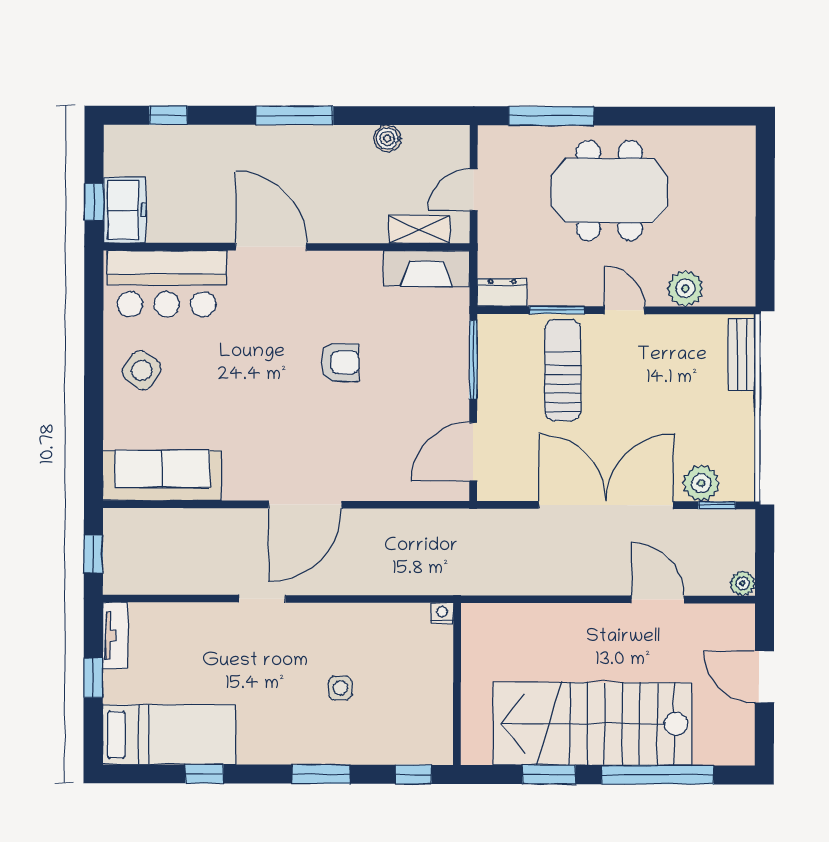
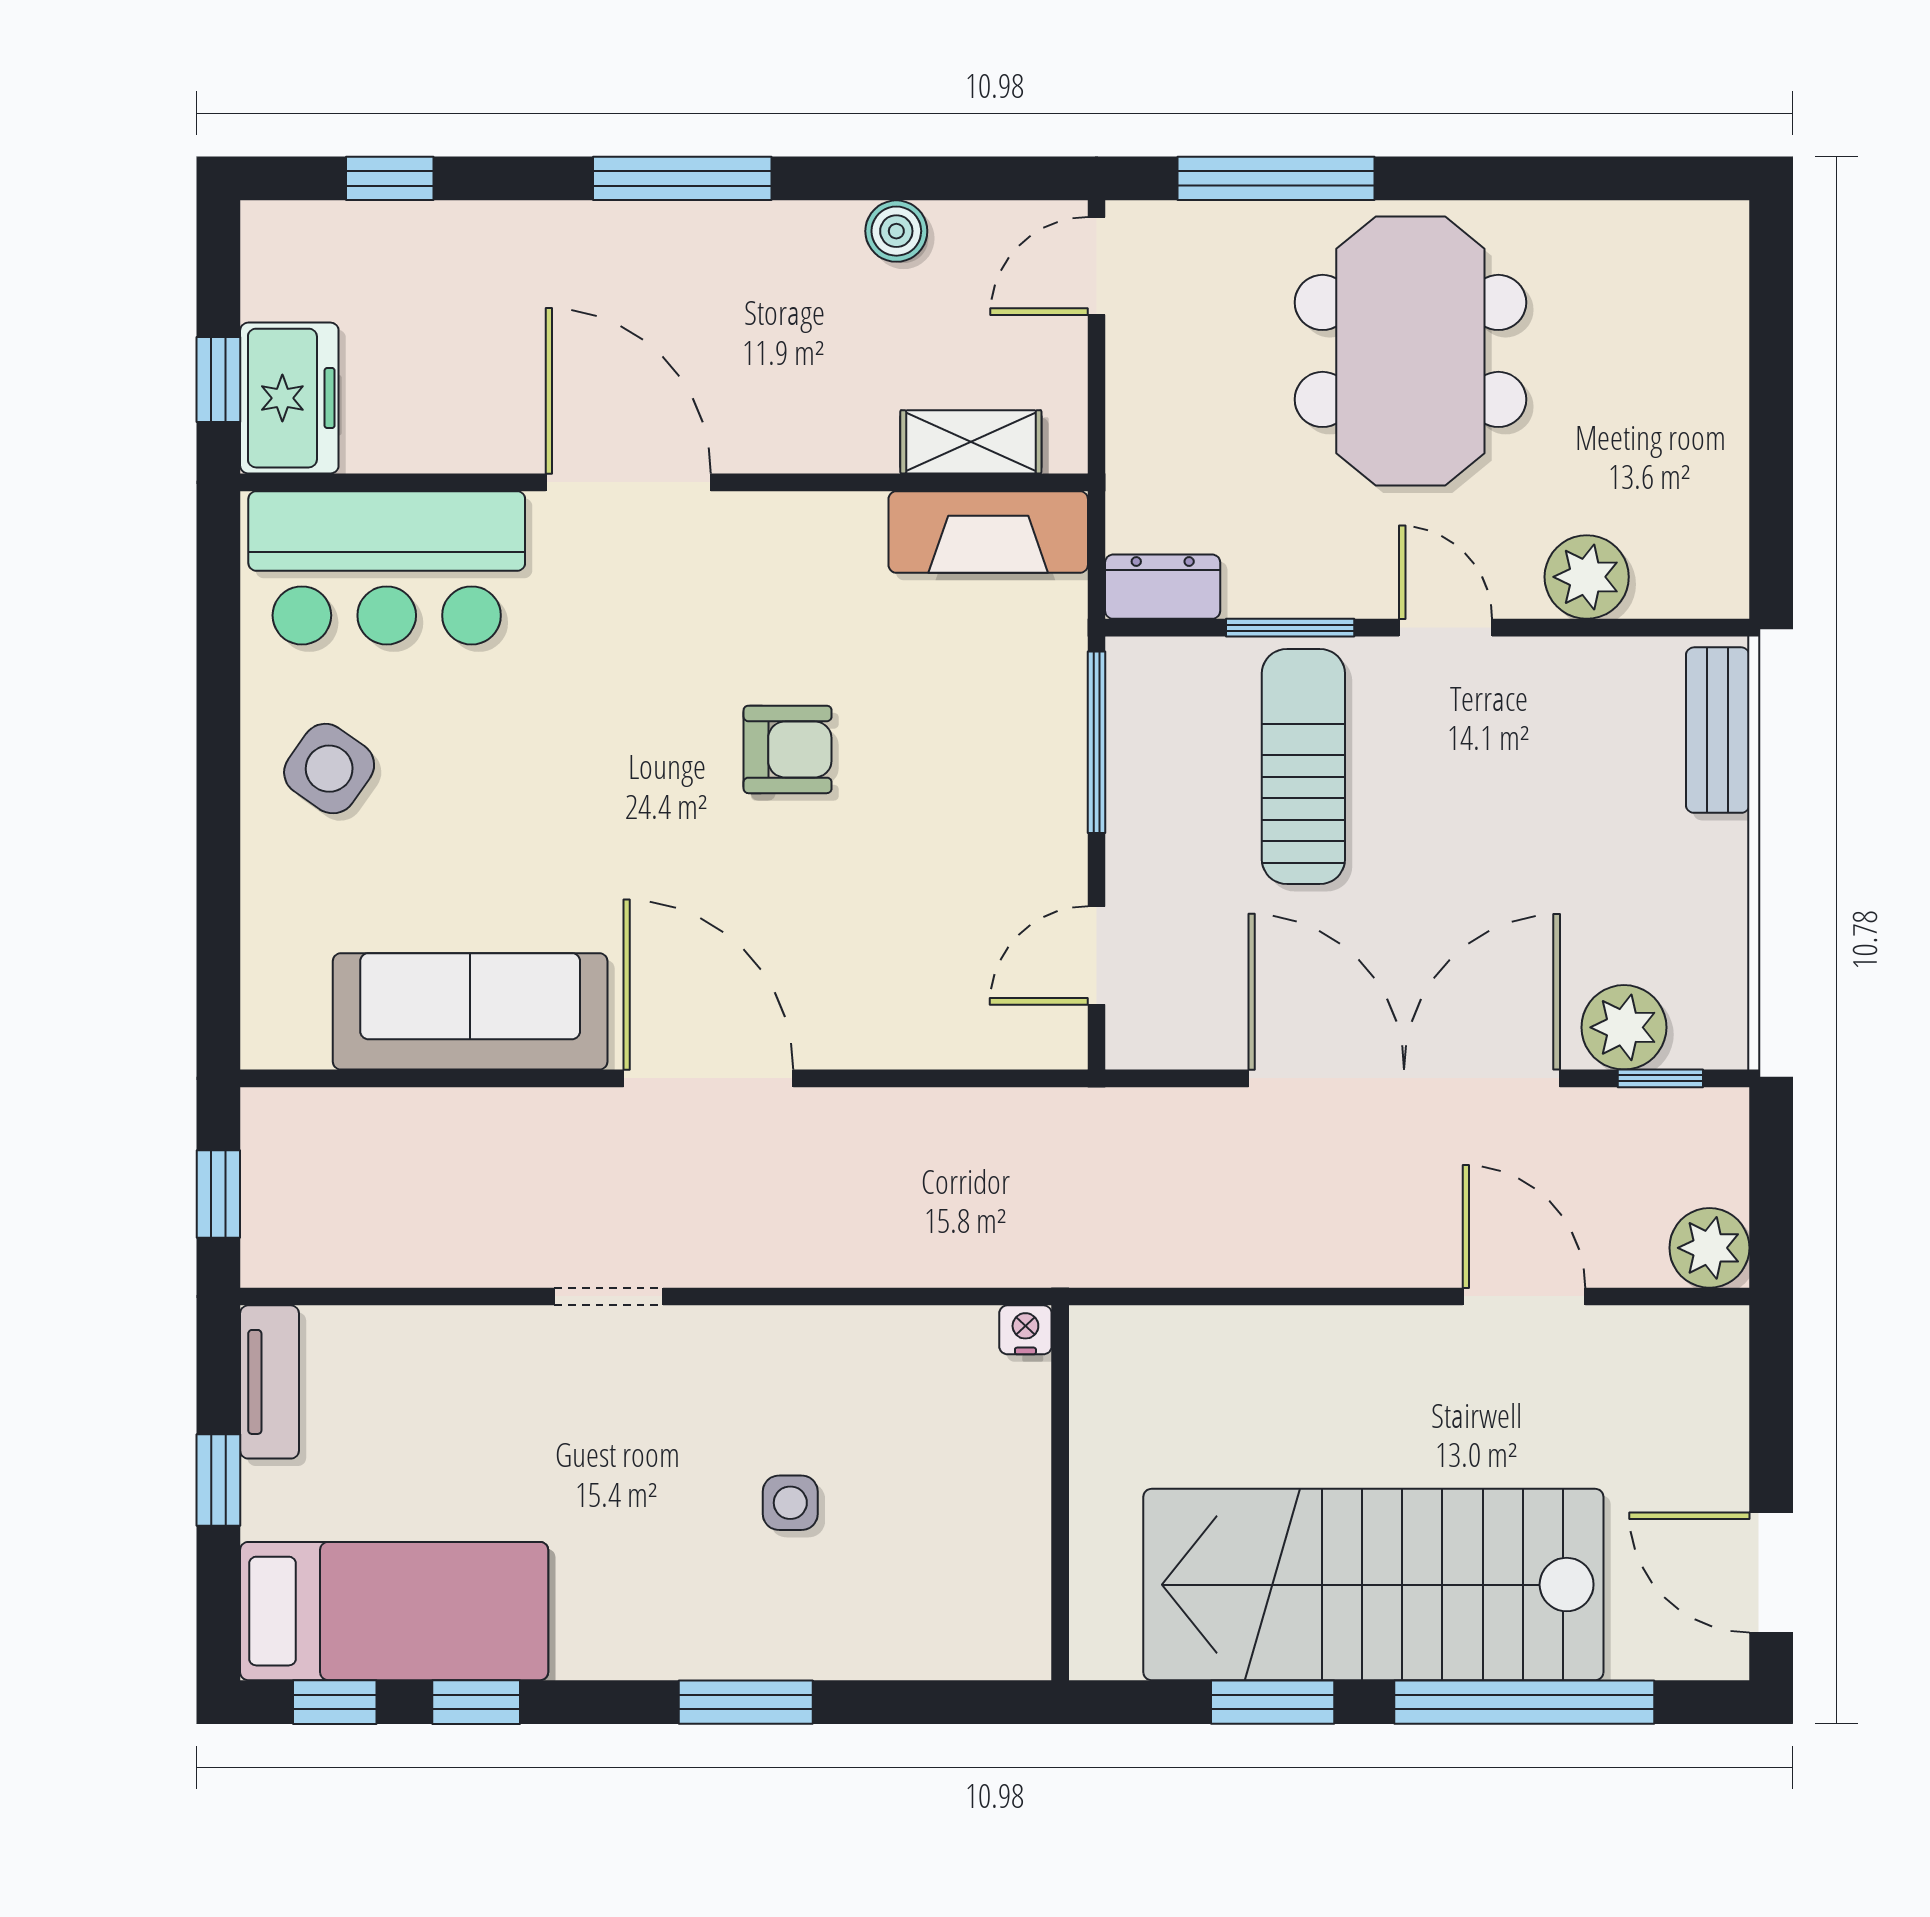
door: (474, 190) -> (1097, 266), moved
meeting table: (609, 191) -> (1410, 351), turned 90
door: (473, 452) -> (1097, 955), width x0.73
sofa: (162, 475) -> (470, 1011), moved
door: (305, 505) -> (708, 1078), swing flipped
plant: (743, 583) -> (1709, 1248), width x1.38, depth x1.38
door: (764, 677) -> (1771, 1572), moved
window: (414, 774) -> (335, 1702), moved

